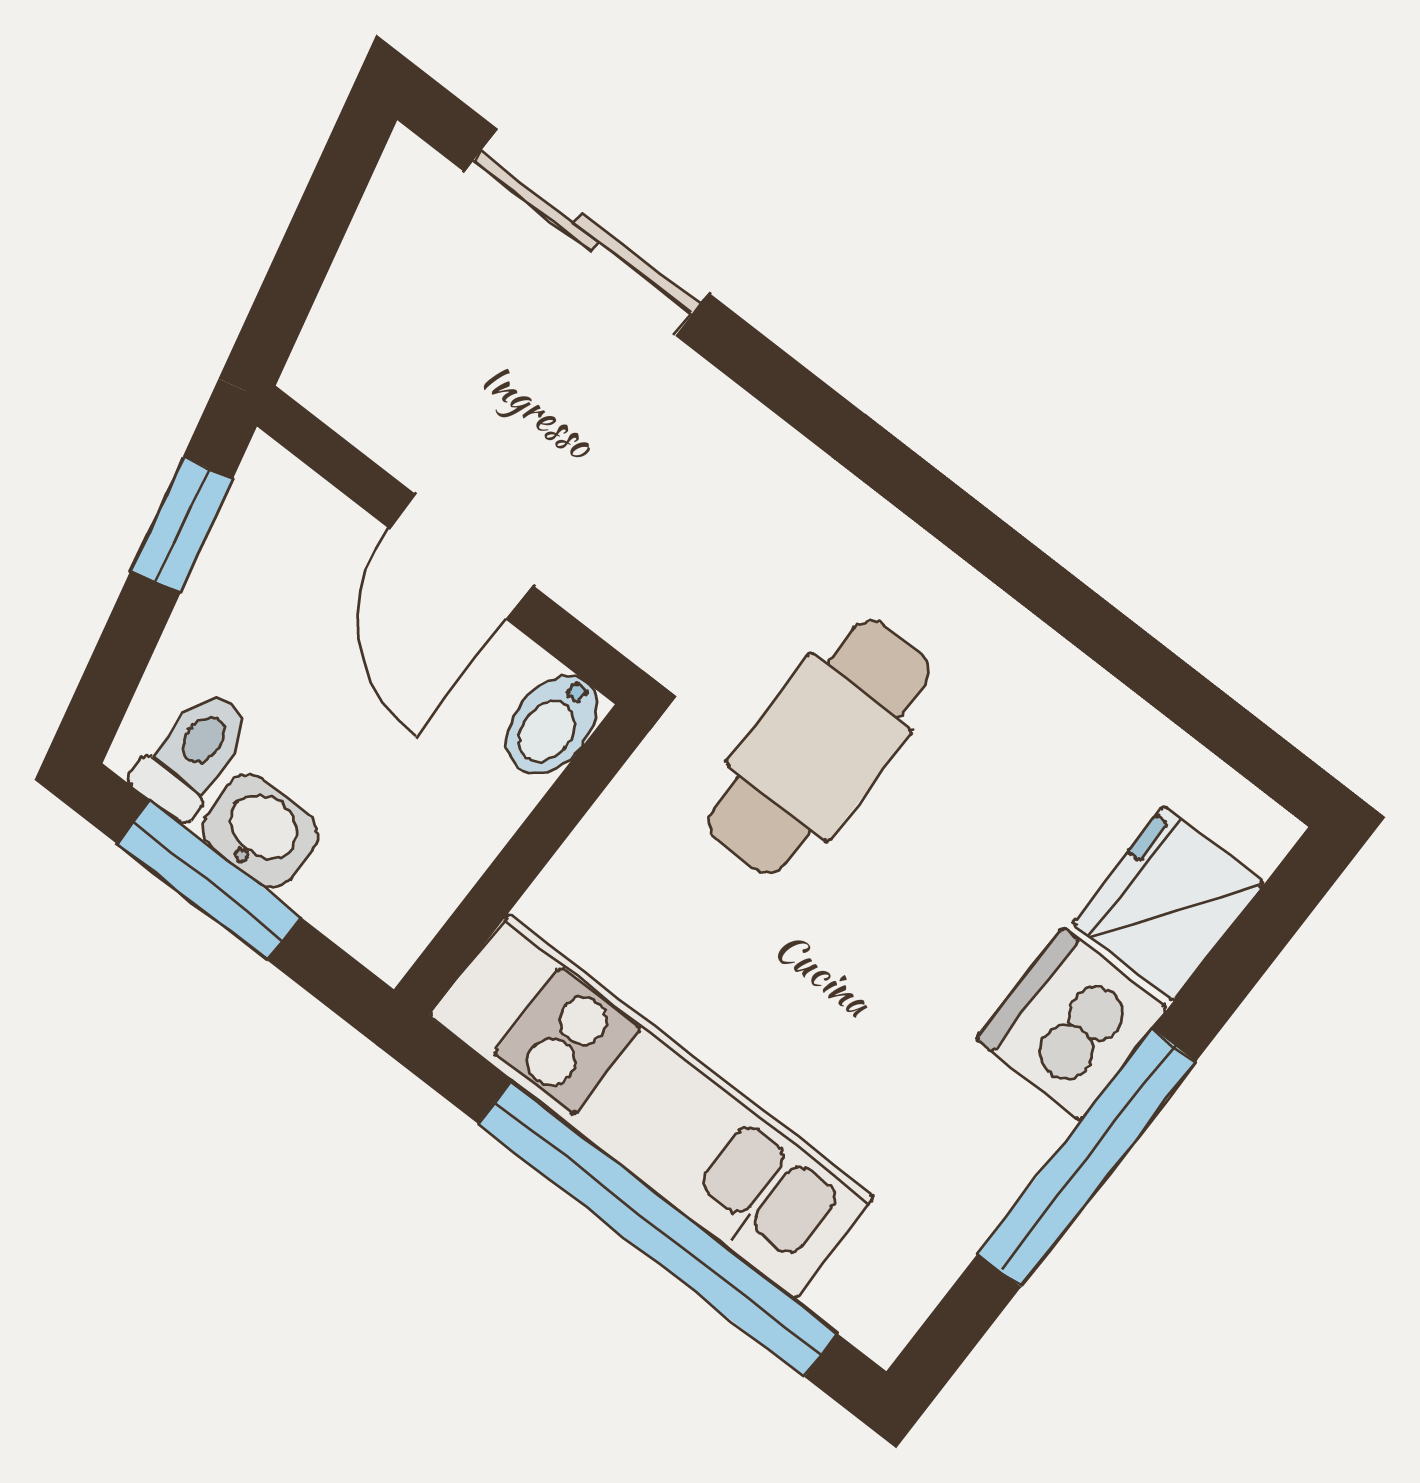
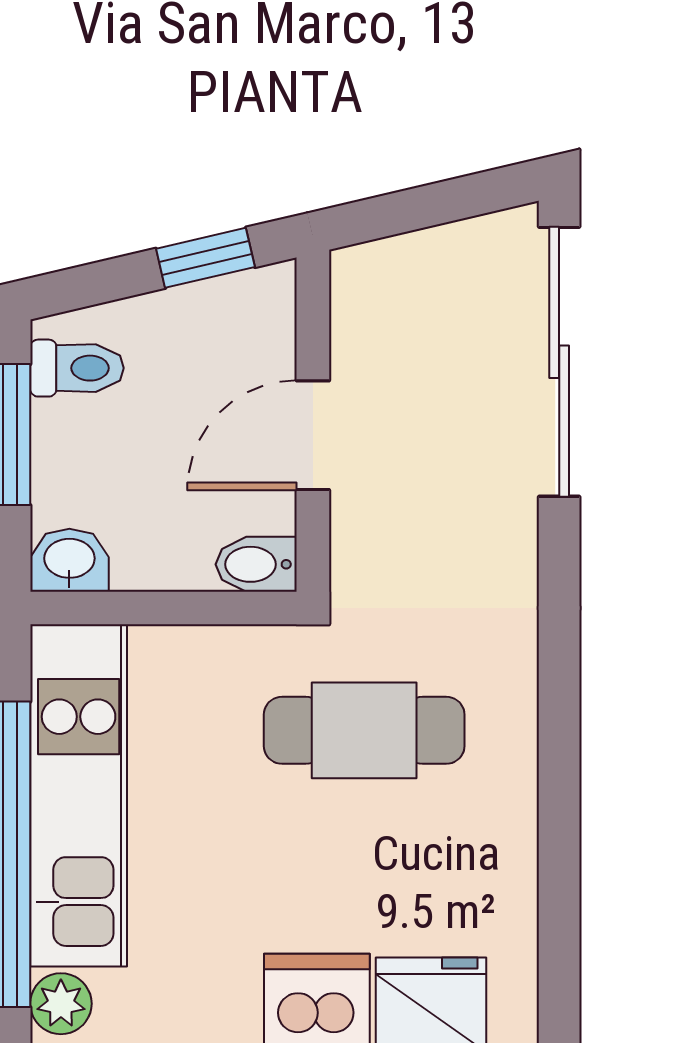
sliding door: (587, 232) -> (559, 362), width x1.37
washbasin: (260, 831) -> (69, 560), moved, turned -90
plant: (860, 1298) -> (61, 1004), added

